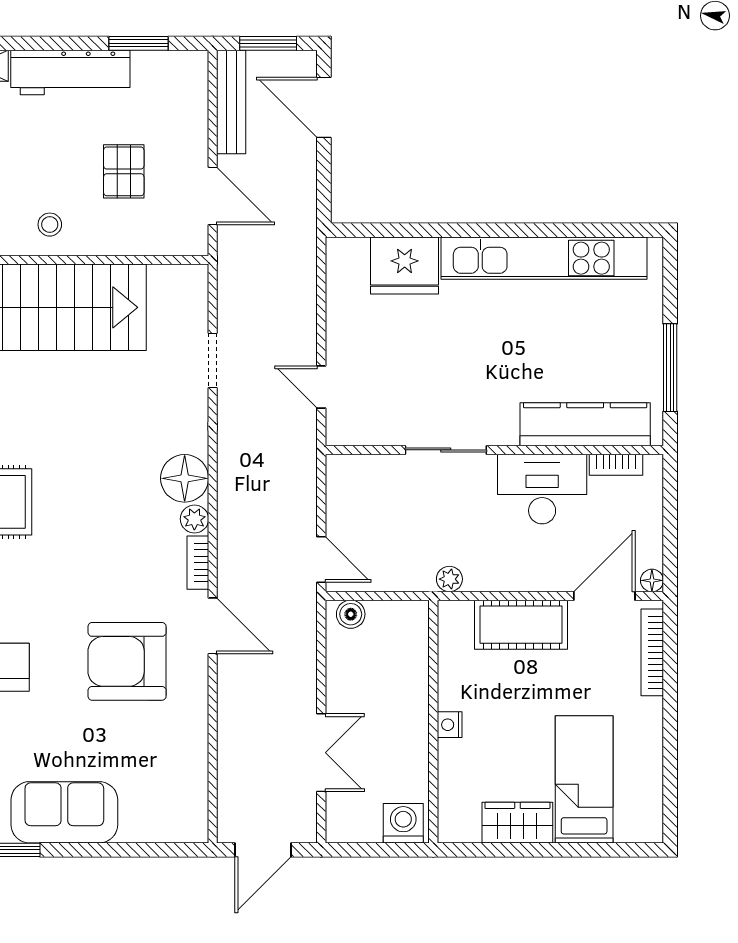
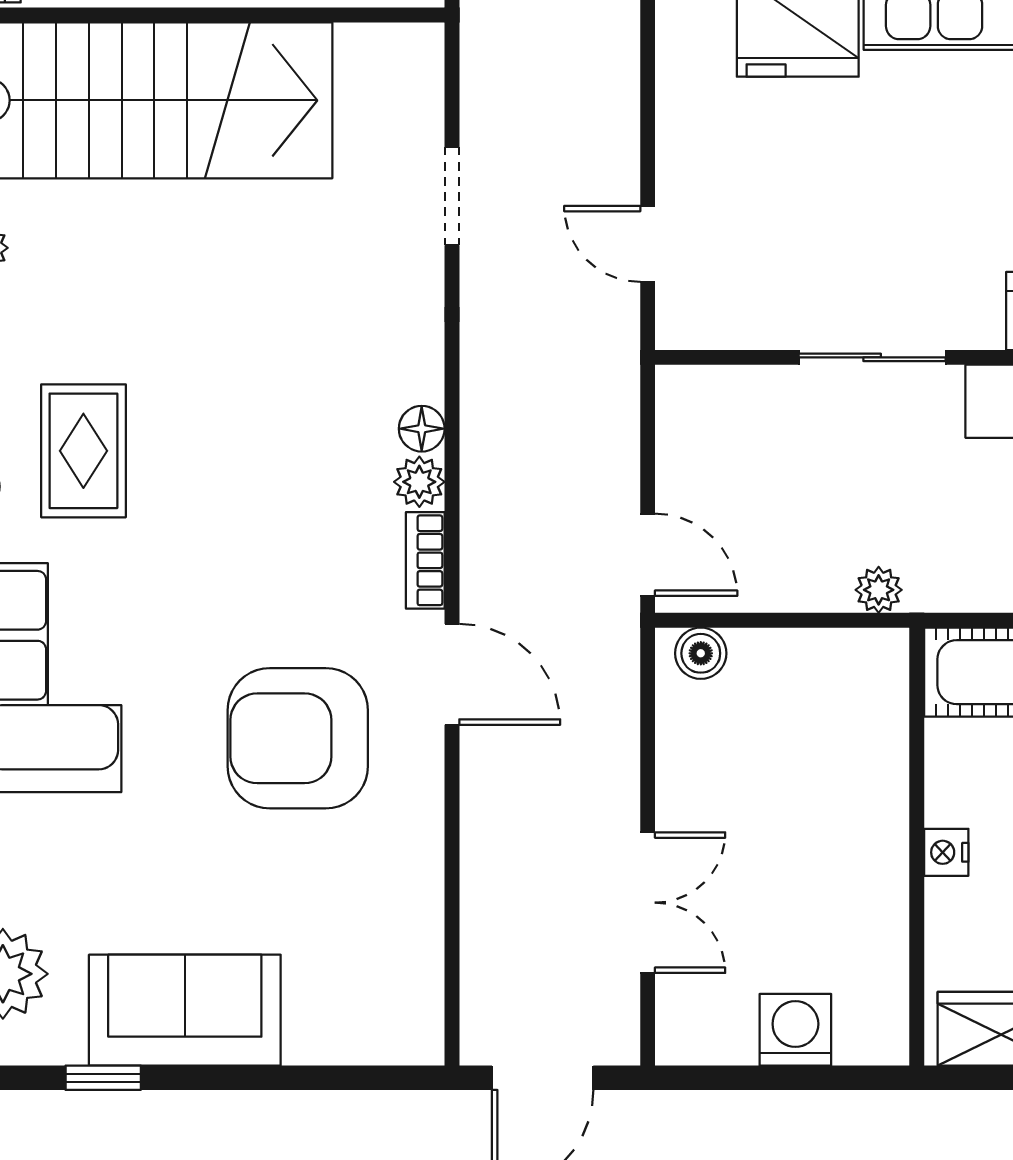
floor lamp: (185, 478) -> (422, 429), width x0.53, depth x0.53
wall: (433, 722) -> (917, 847), moved
nightstand: (450, 725) -> (946, 852), moved

